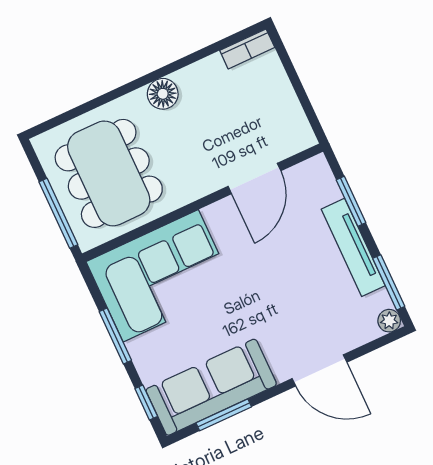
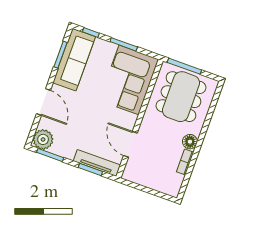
bookcase: (247, 49) -> (185, 162), moved
dining table: (109, 173) -> (181, 97), turned 90
tv unit: (353, 247) -> (97, 163), moved
plant: (389, 321) -> (43, 139), width x1.87, depth x1.87
door: (320, 370) -> (44, 102), swing flipped

